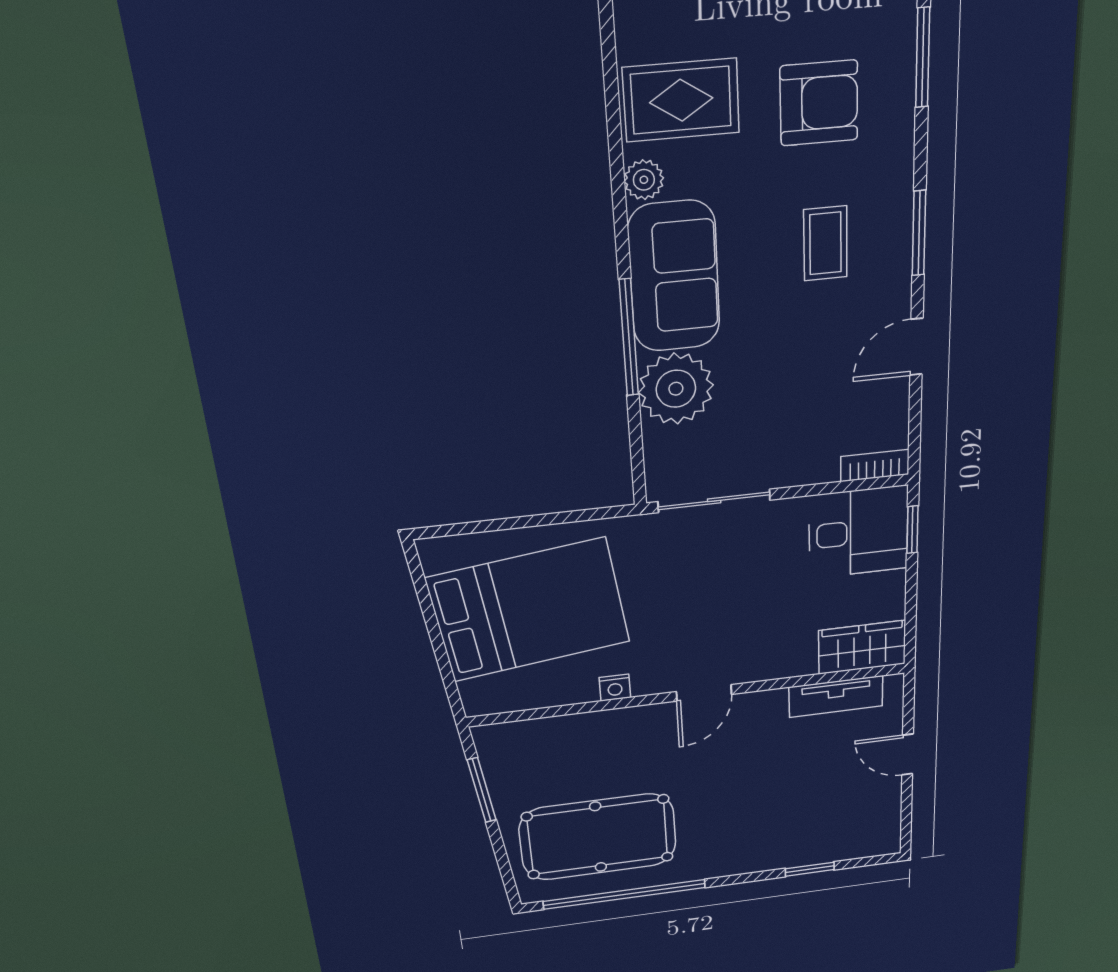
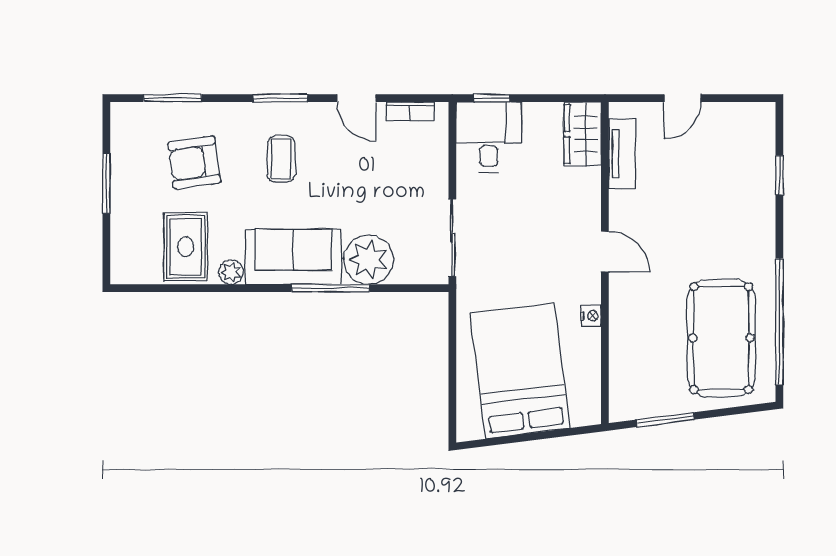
armchair: (819, 103) -> (194, 162), turned -98
coffee table: (825, 243) -> (281, 159), turned 90
bookcase: (875, 466) -> (410, 111), moved, turned -90

